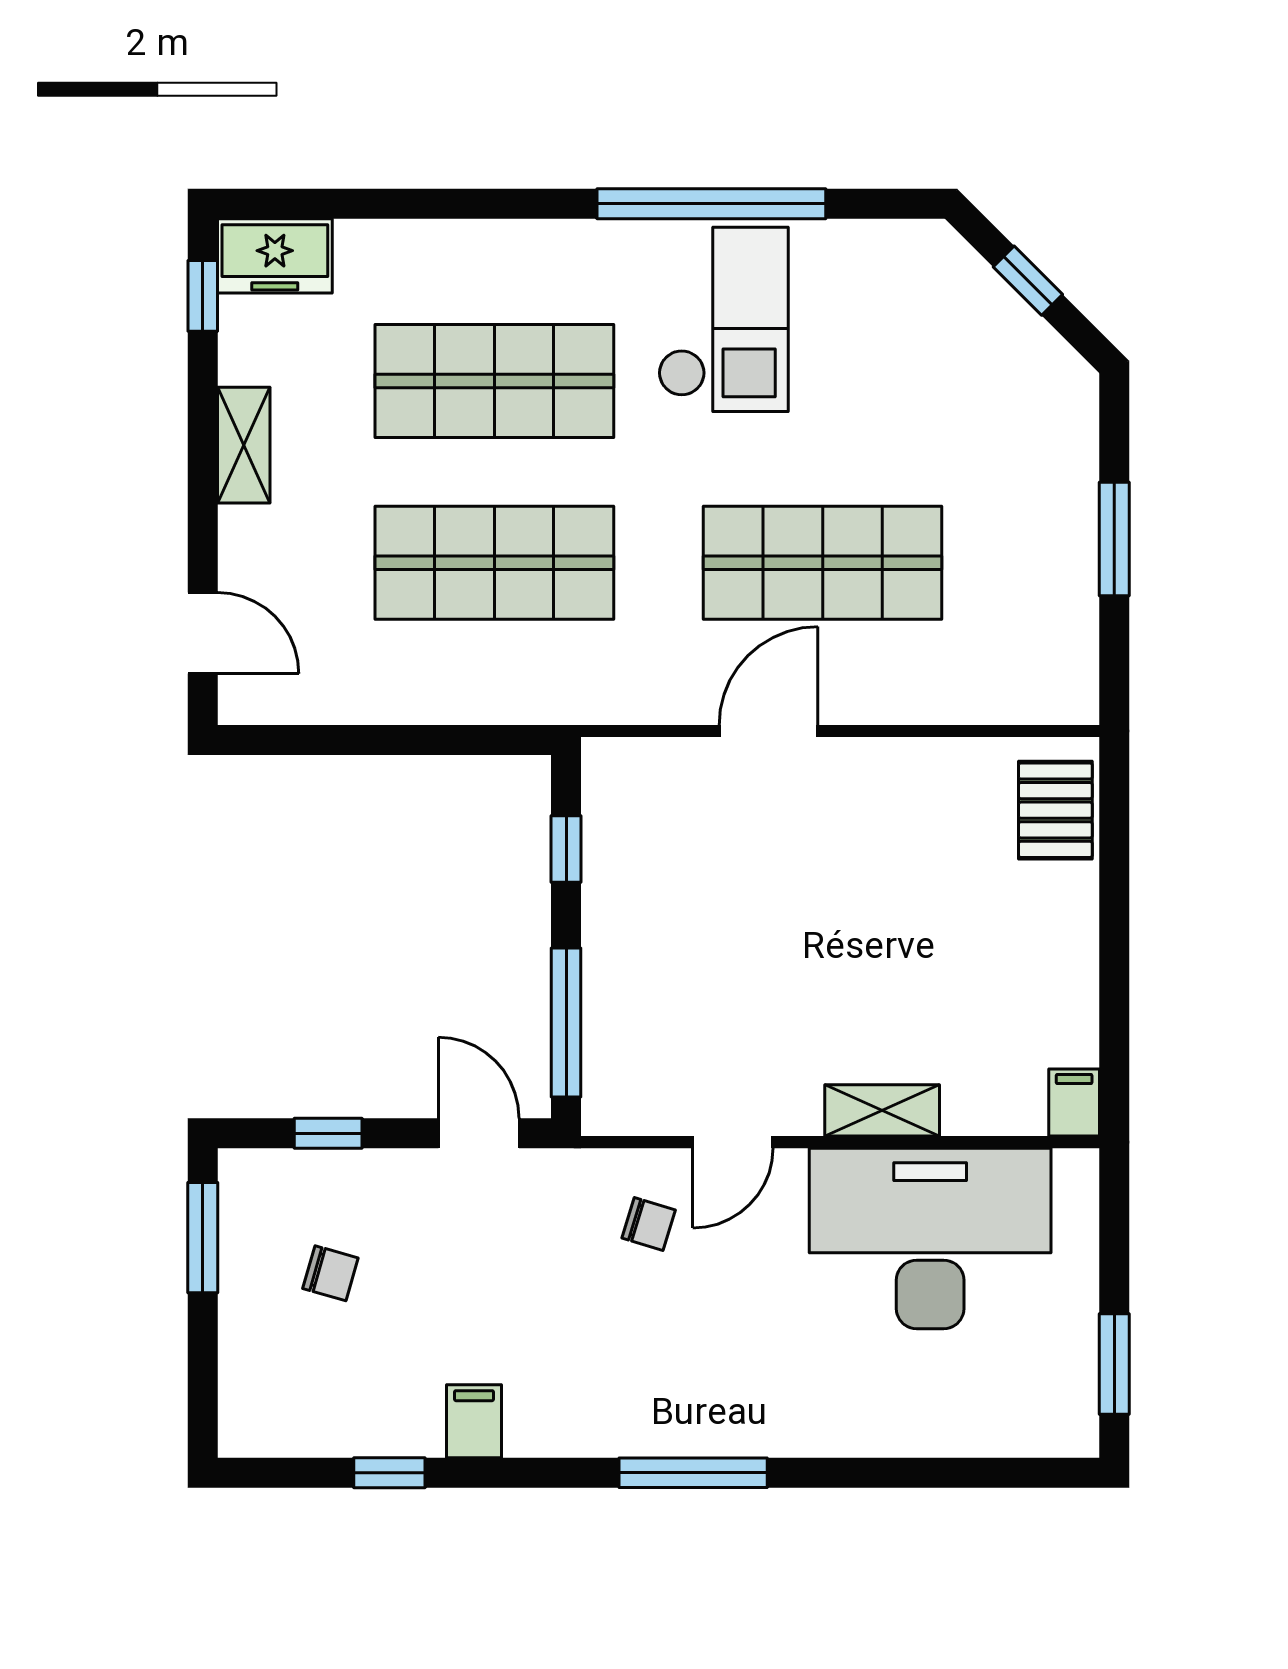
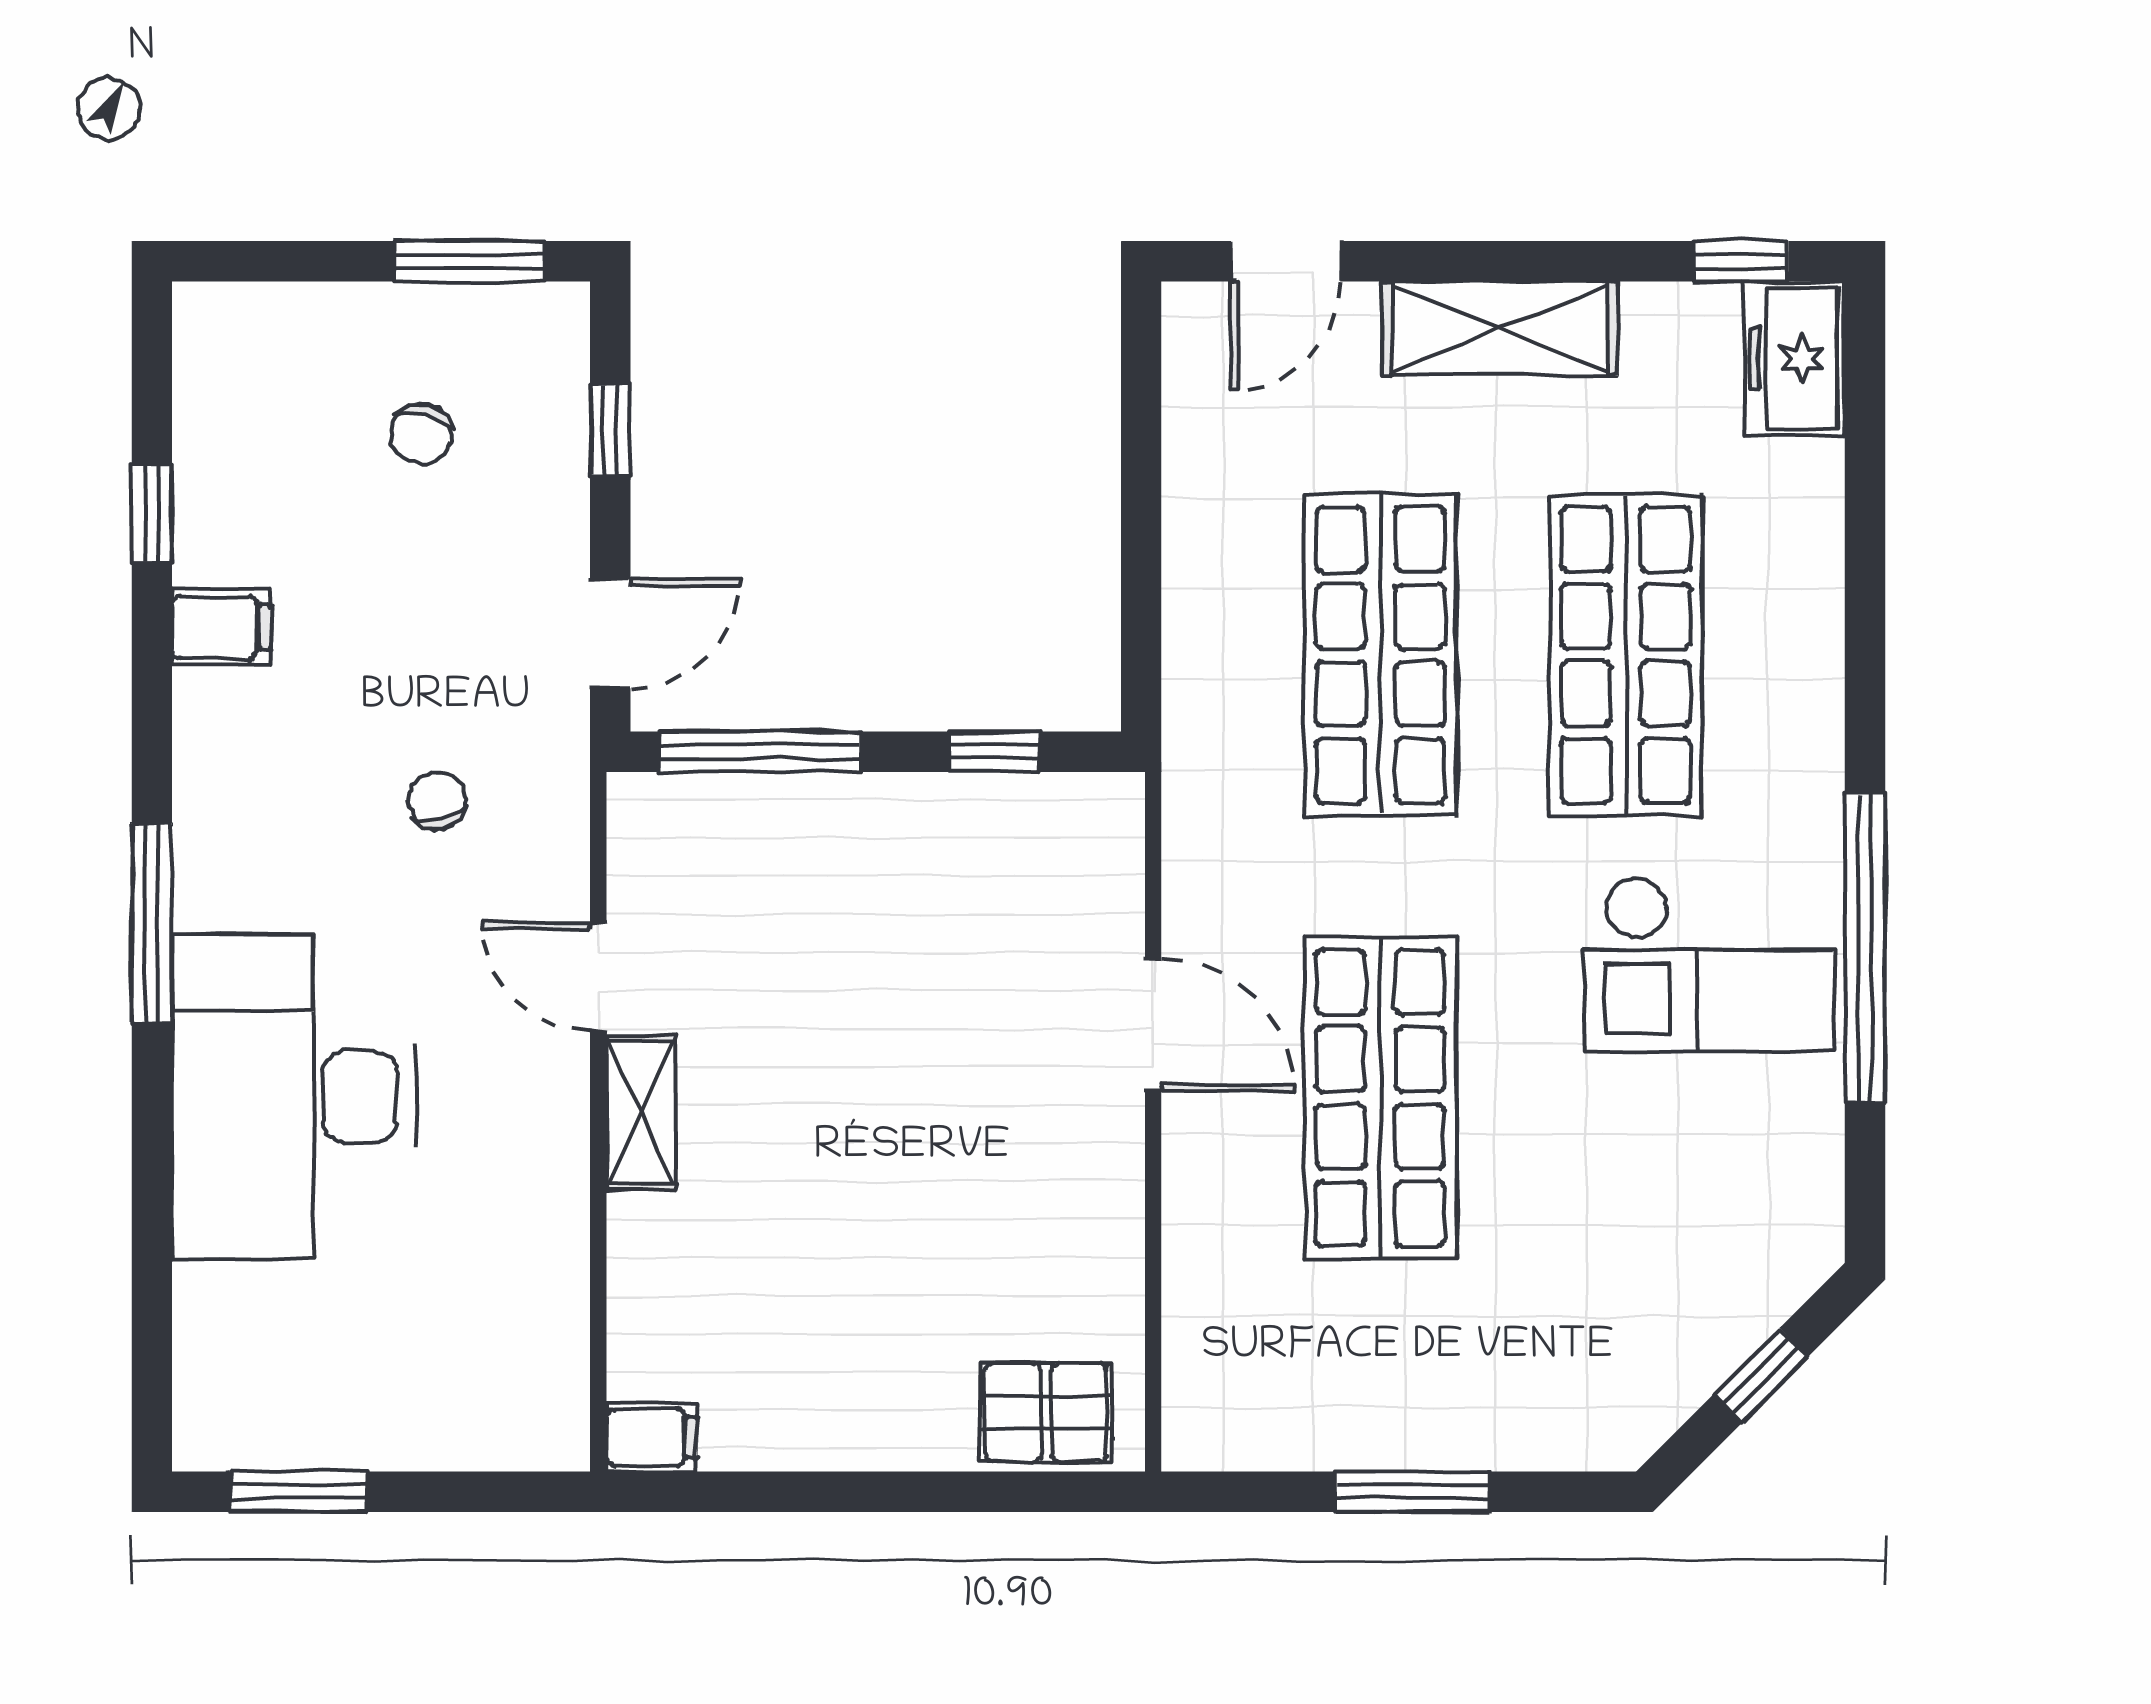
shelving: (244, 445) -> (1500, 328), width x1.50, depth x1.33
shelving: (882, 1110) -> (641, 1112), moved
chair: (649, 1224) -> (437, 801), moved, turned 151
desk: (930, 1238) -> (294, 1097), moved, turned 180

